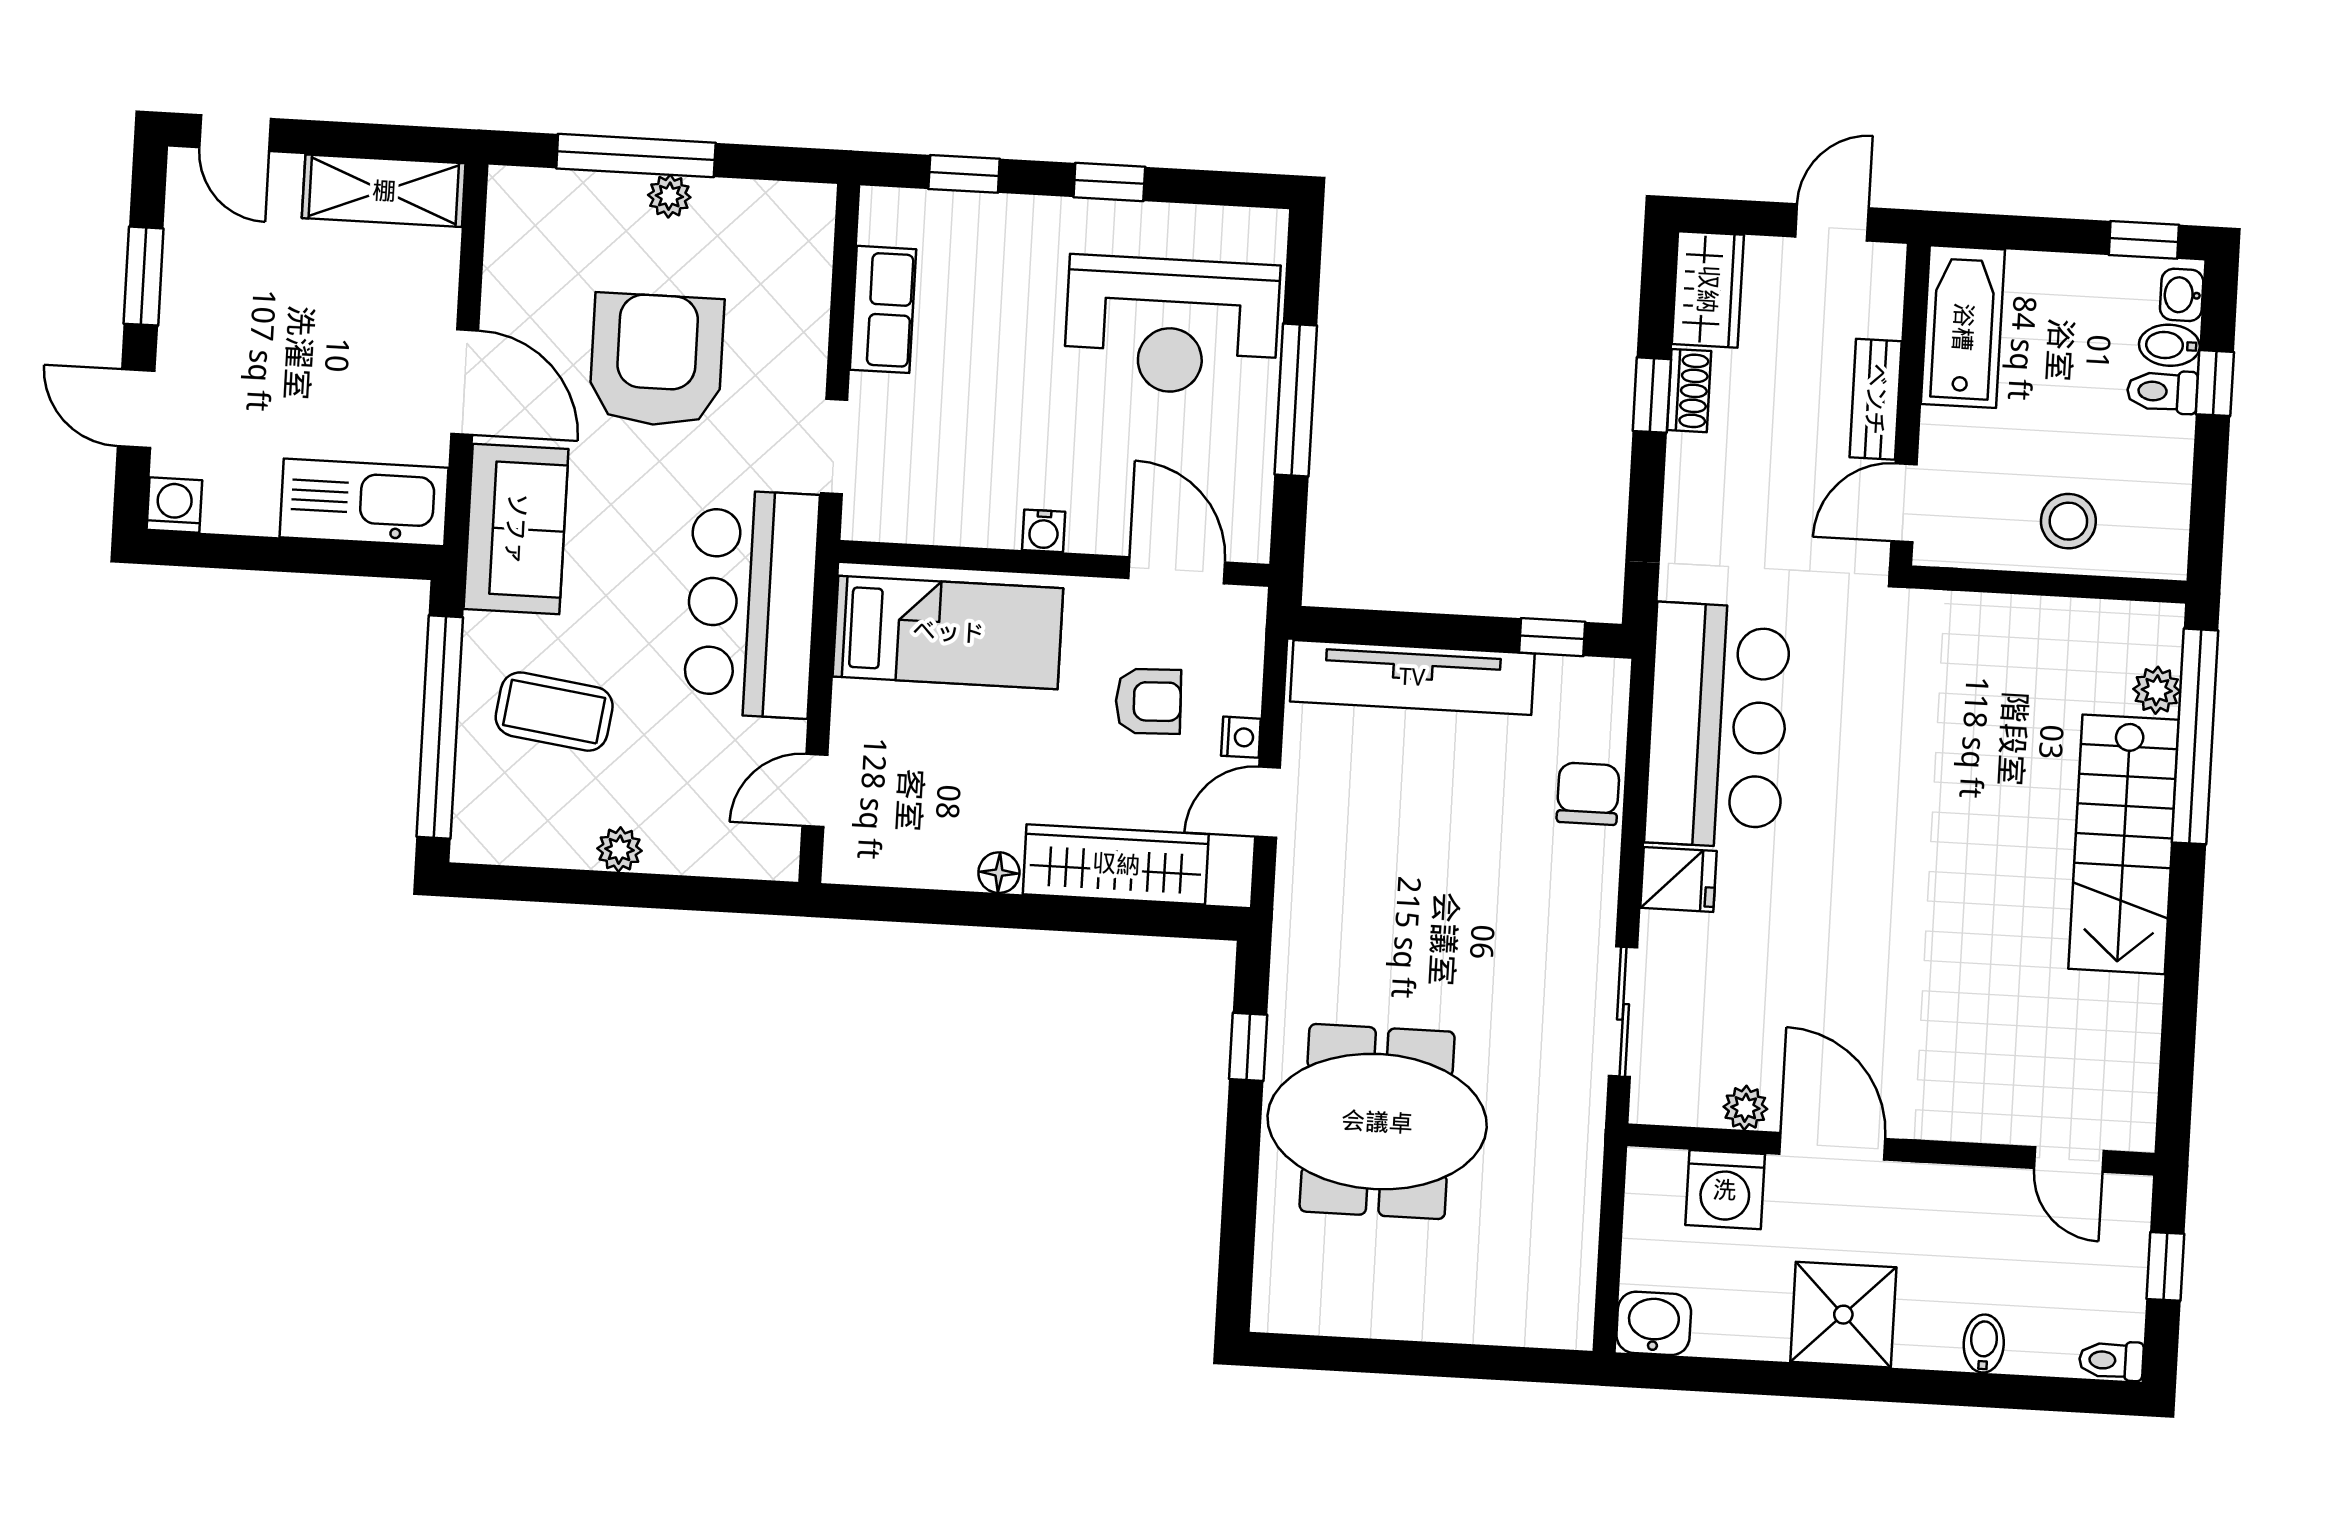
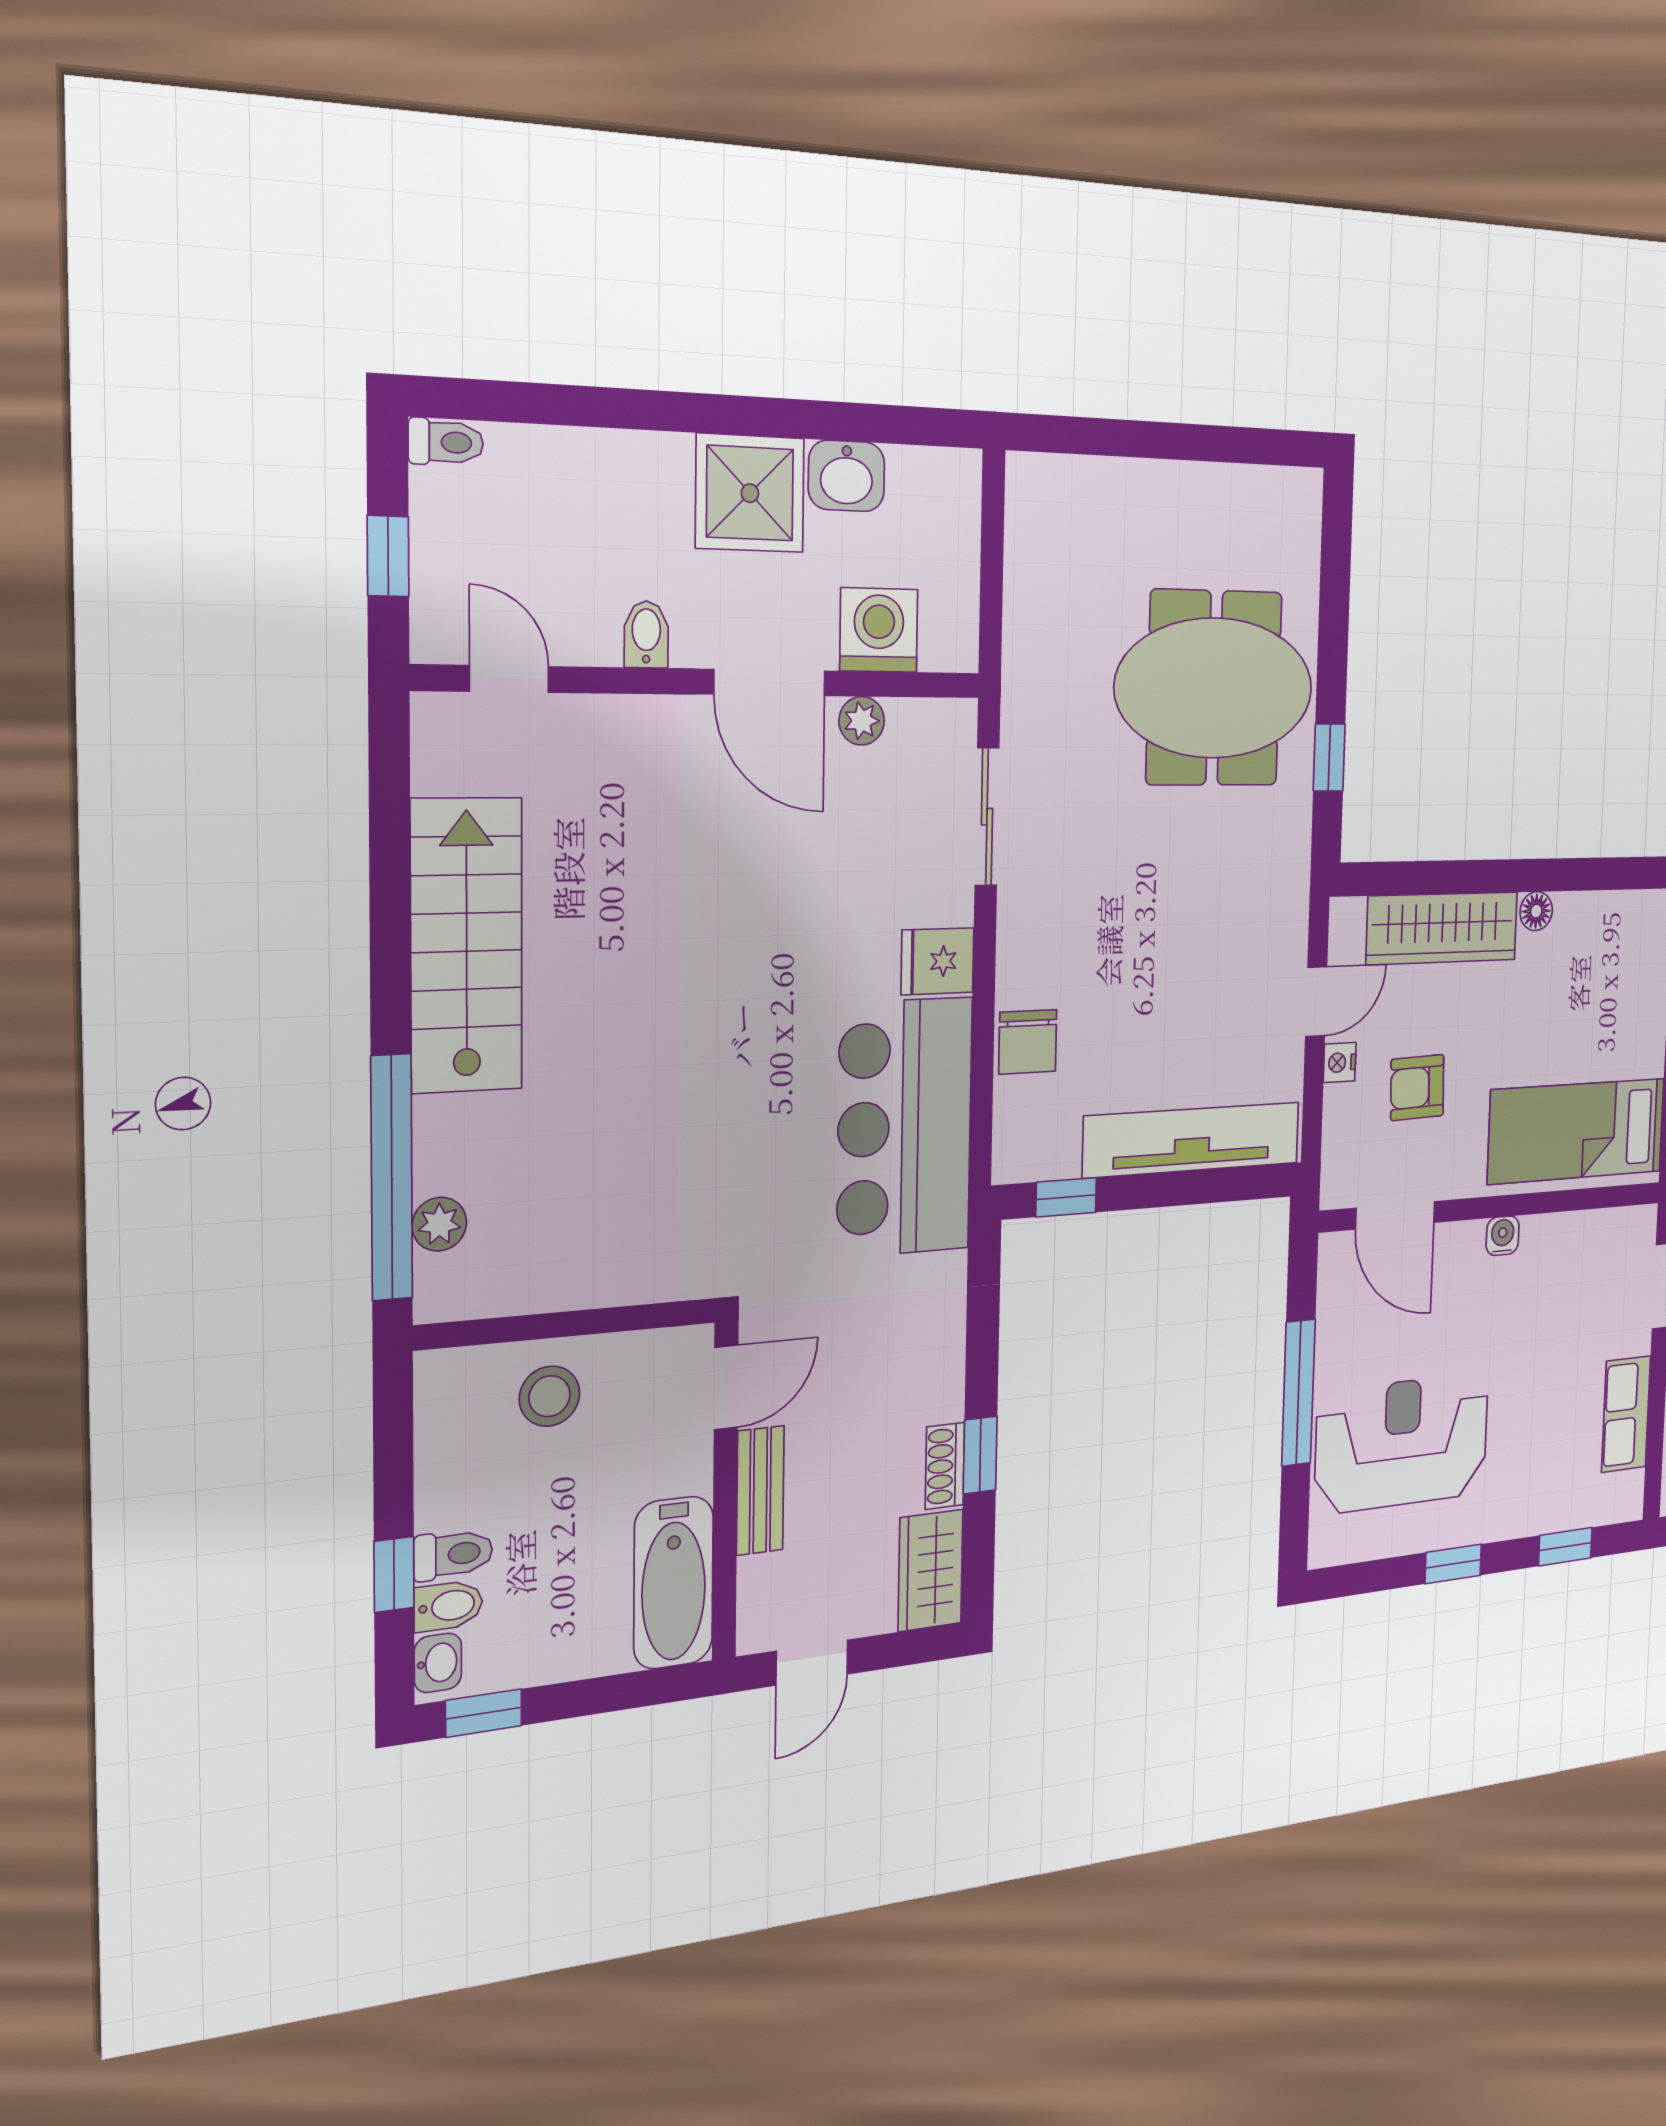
stairs: (2124, 844) -> (467, 945), moved
washbasin: (1654, 1323) -> (846, 476), moved
bidet: (1984, 1344) -> (646, 634), moved, turned 180

